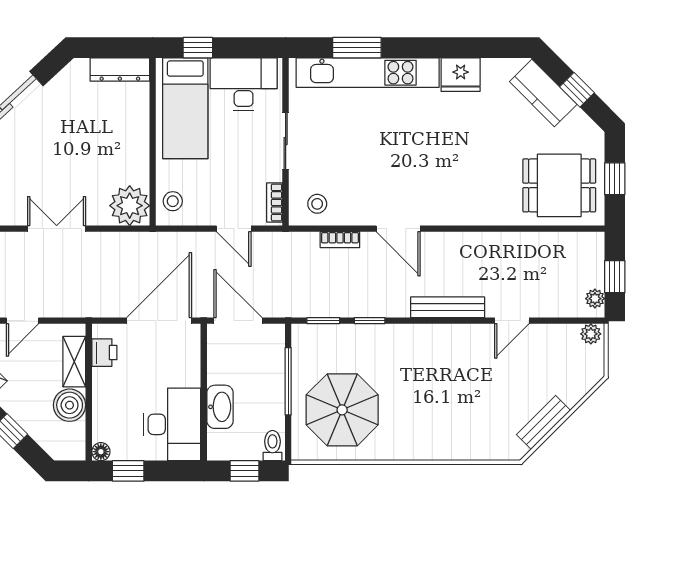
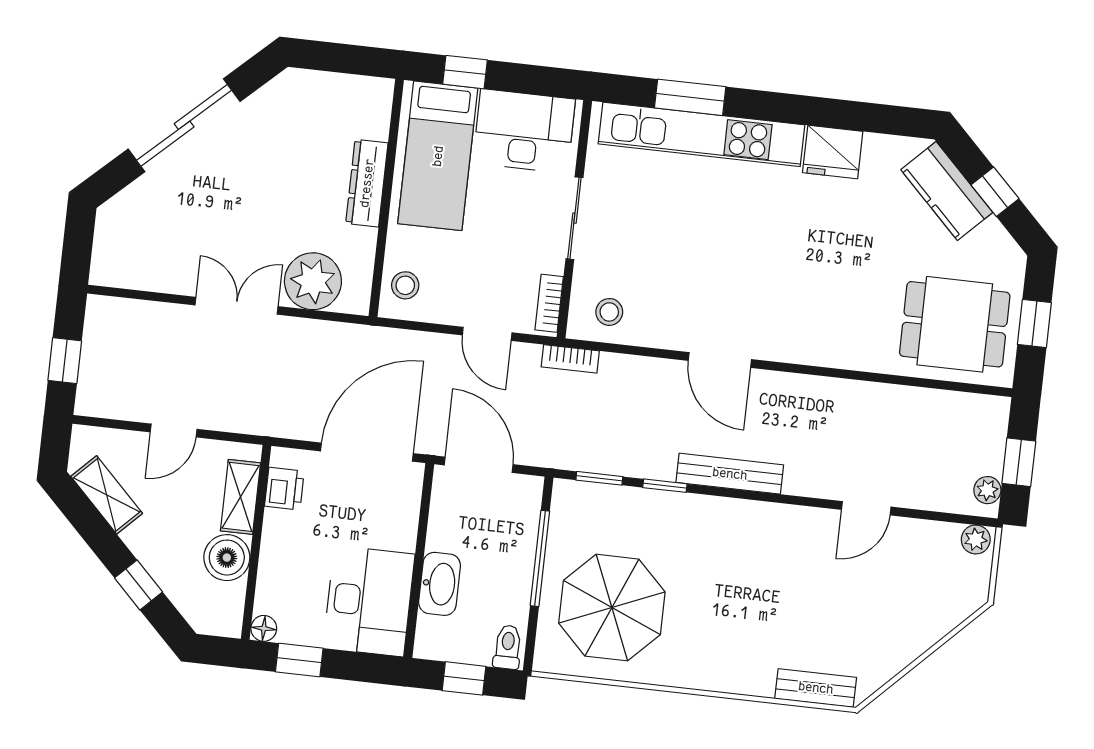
dresser: (120, 70) -> (367, 183), moved, turned 90
plant: (130, 206) -> (313, 281), moved
bookcase: (340, 240) -> (570, 359), moved
bench: (448, 307) -> (730, 474), moved
bench: (543, 422) -> (816, 688), moved, turned 45

